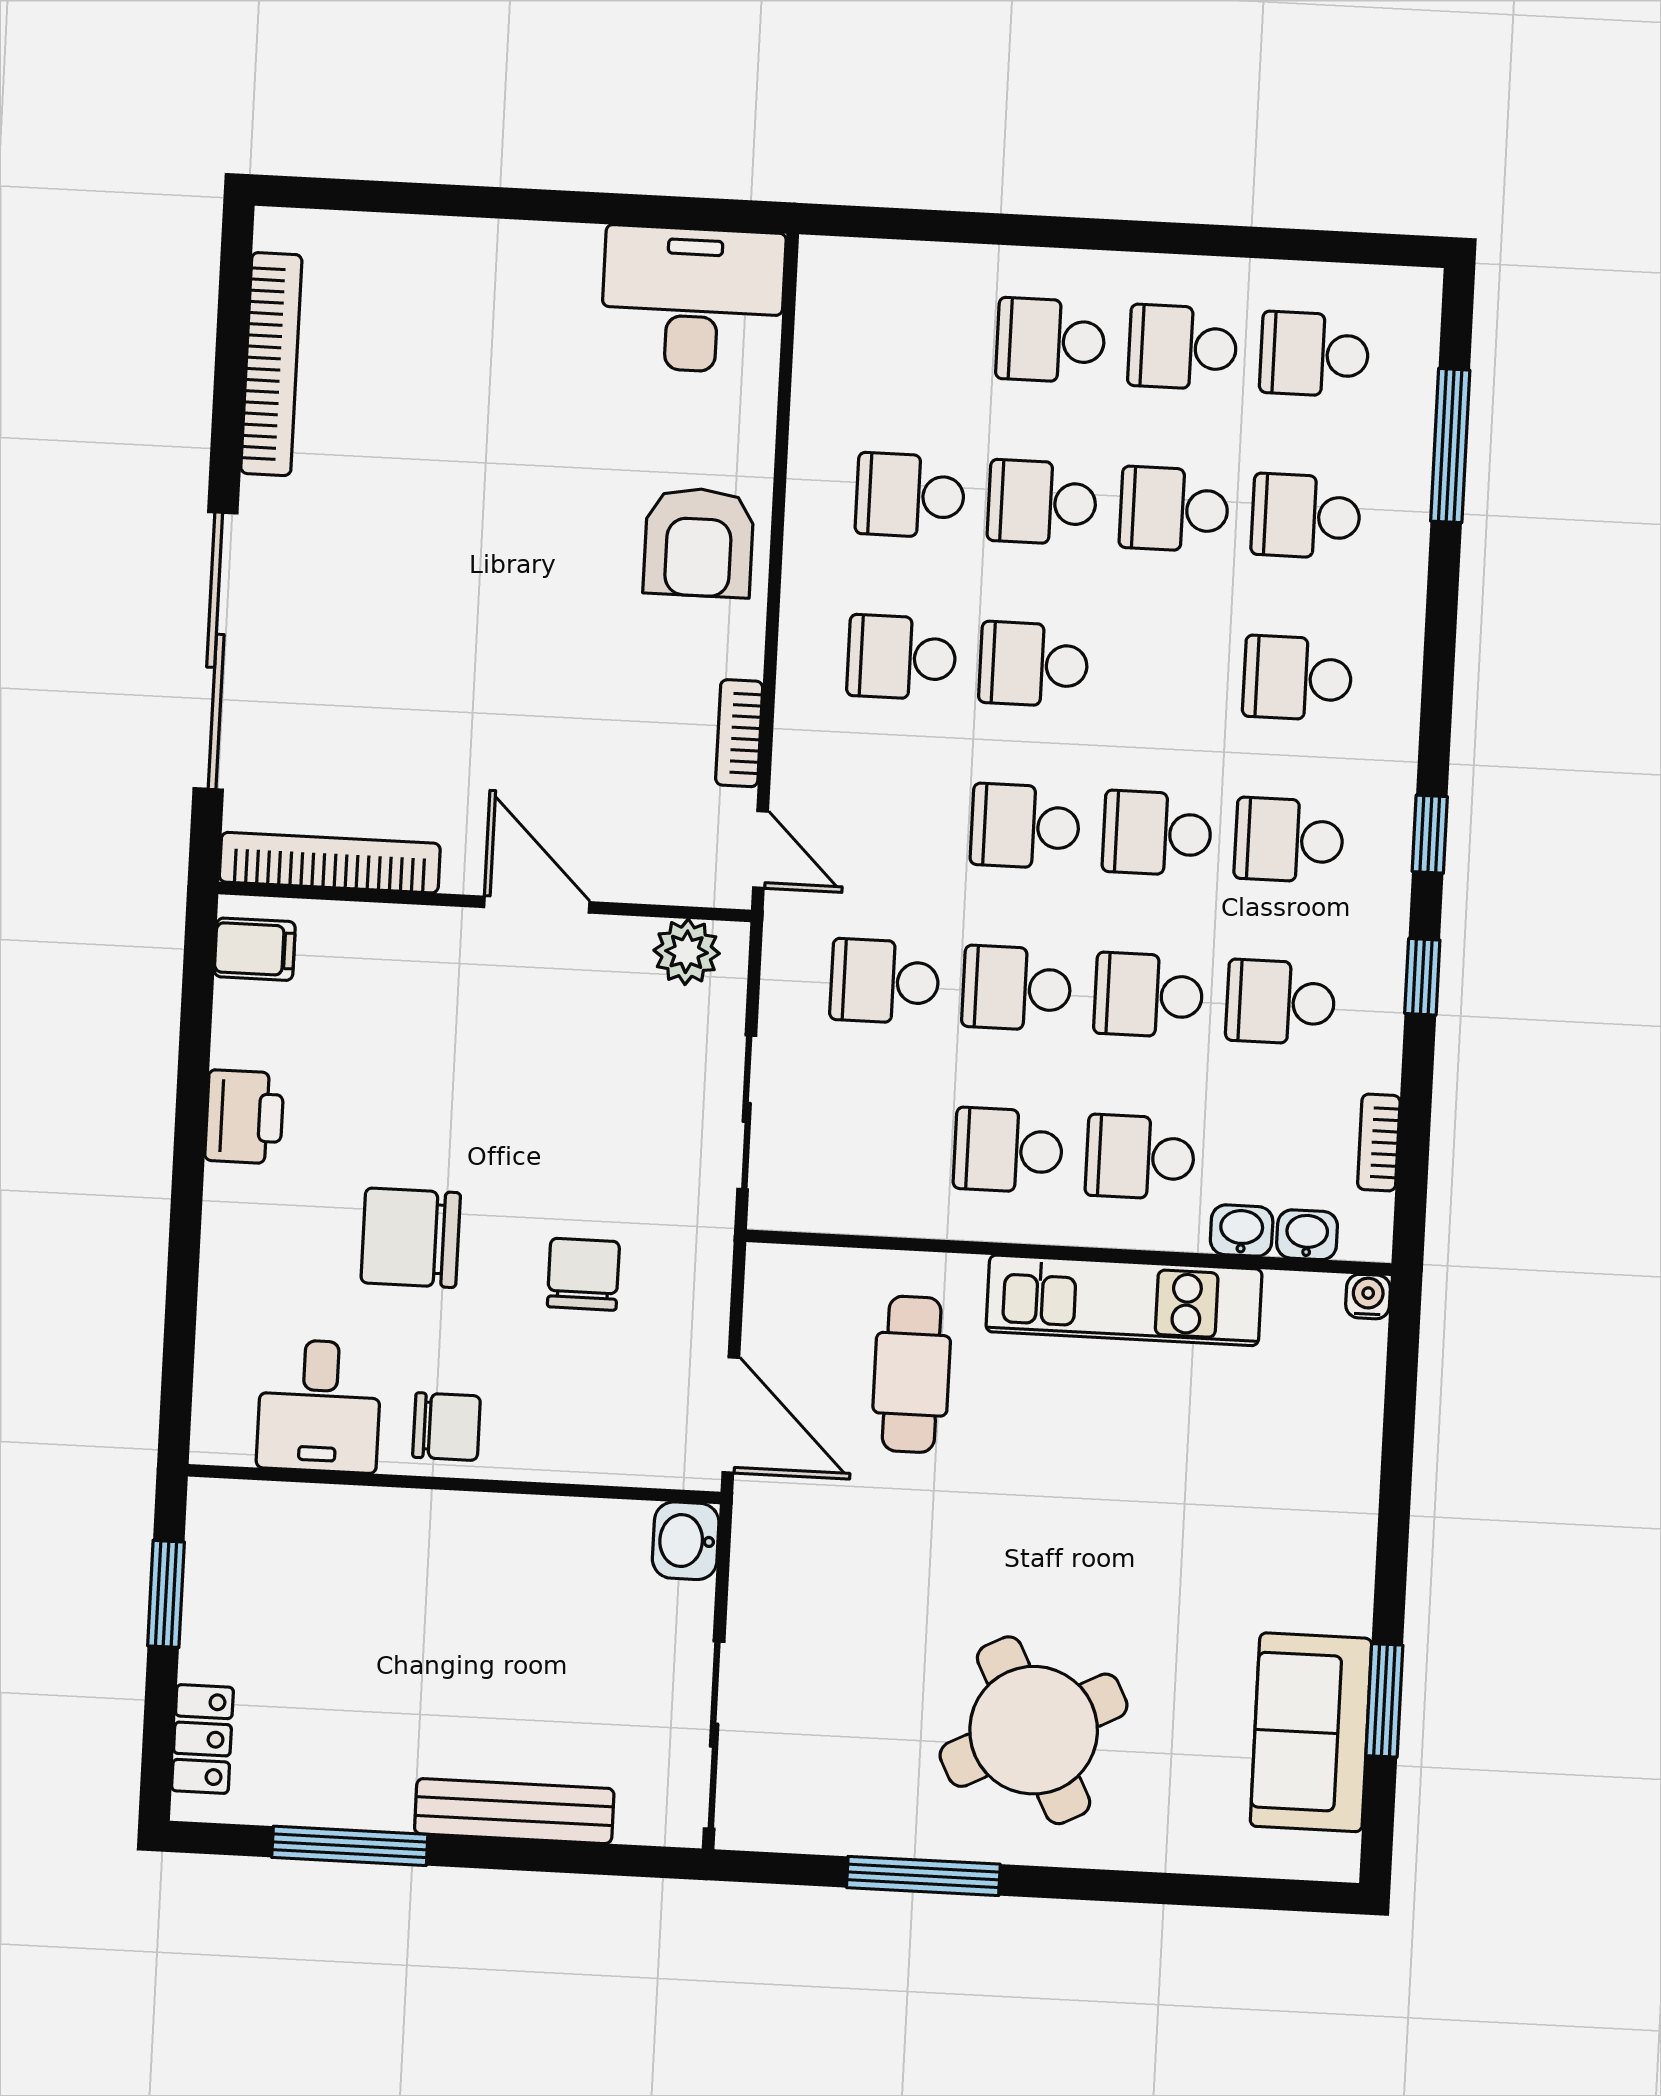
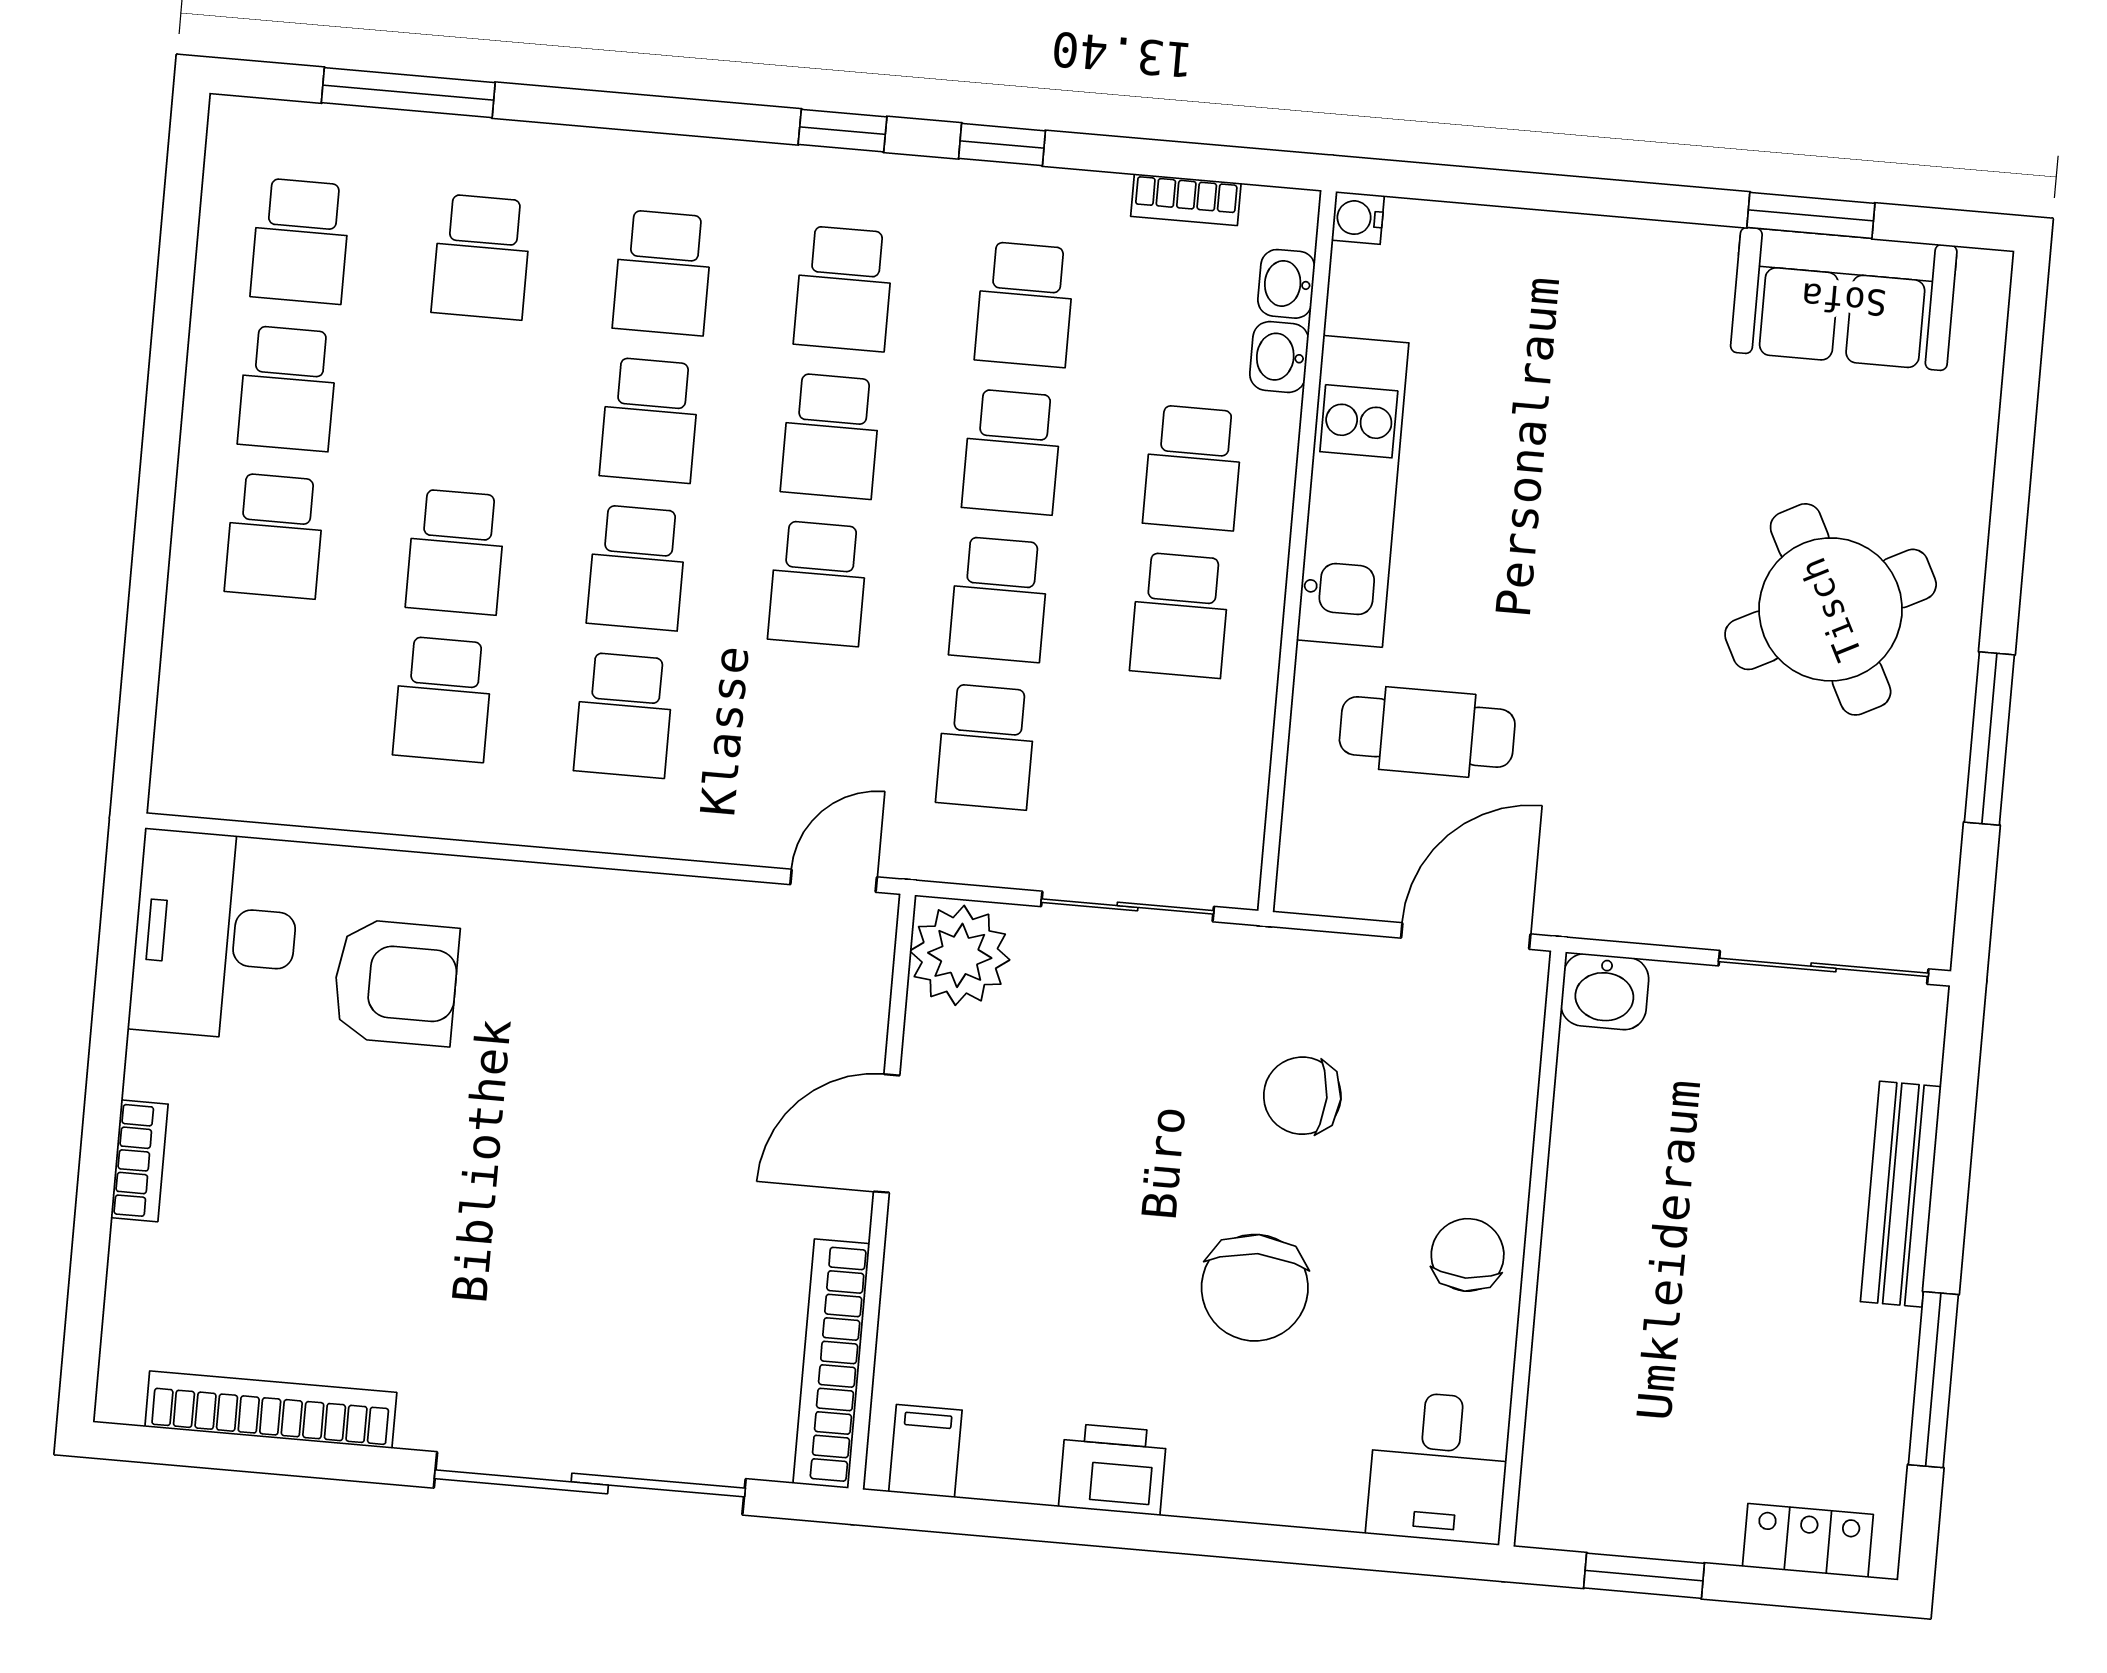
school desk: (1174, 509) -> (650, 420), moved
armchair: (699, 542) -> (396, 982), moved
bookcase: (739, 733) -> (139, 1161), moved, turned -90
plant: (687, 952) -> (960, 955), width x1.36, depth x1.36
desk: (319, 1406) -> (1439, 1467), moved, turned 90

